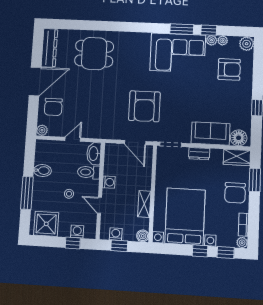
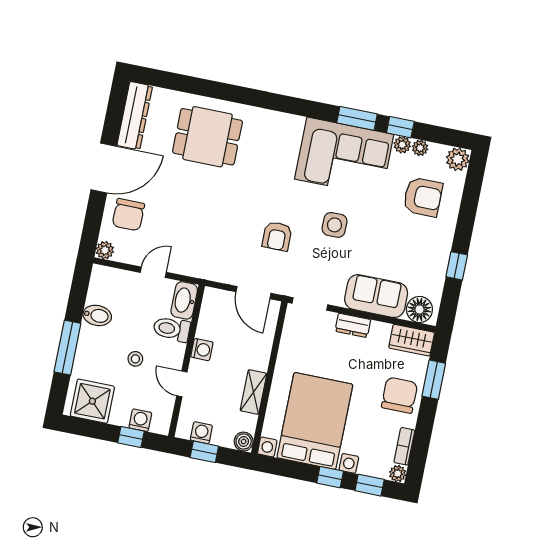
side table: (178, 94) -> (334, 225), added
armchair: (144, 106) -> (277, 236), width x0.53, depth x0.53
chair: (235, 193) -> (399, 395), turned 180

